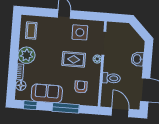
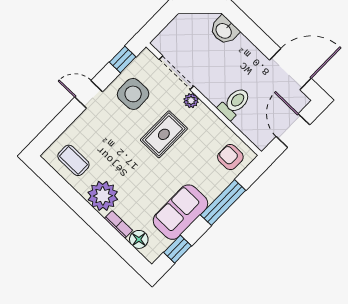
window: (91, 16) -> (123, 59), added
washbasin: (137, 59) -> (224, 30), moved
armchair: (81, 87) -> (230, 157), moved
door: (120, 112) -> (293, 131), hinge flipped

